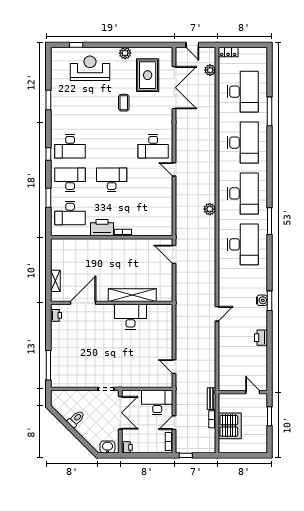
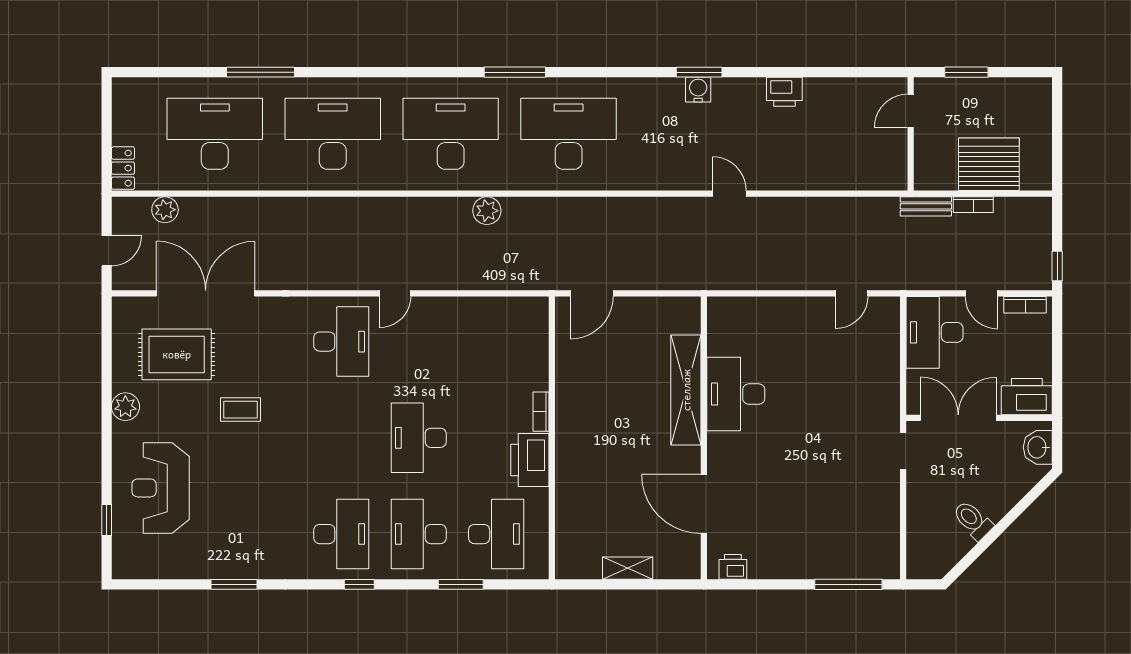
shelving: (55, 281) -> (628, 568), moved
printer: (127, 447) -> (1027, 397), width x1.87, depth x1.48

